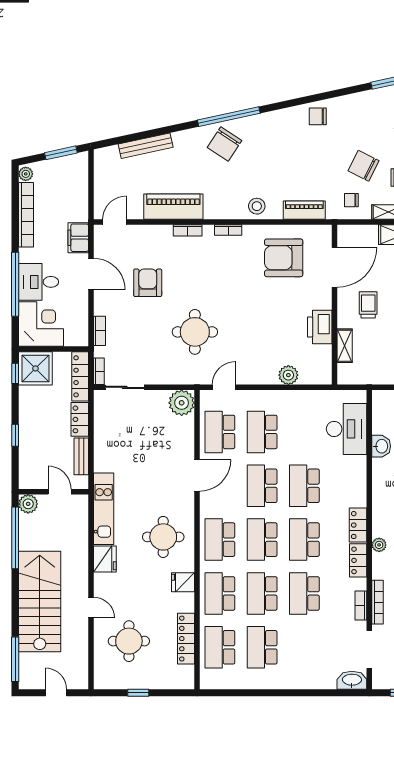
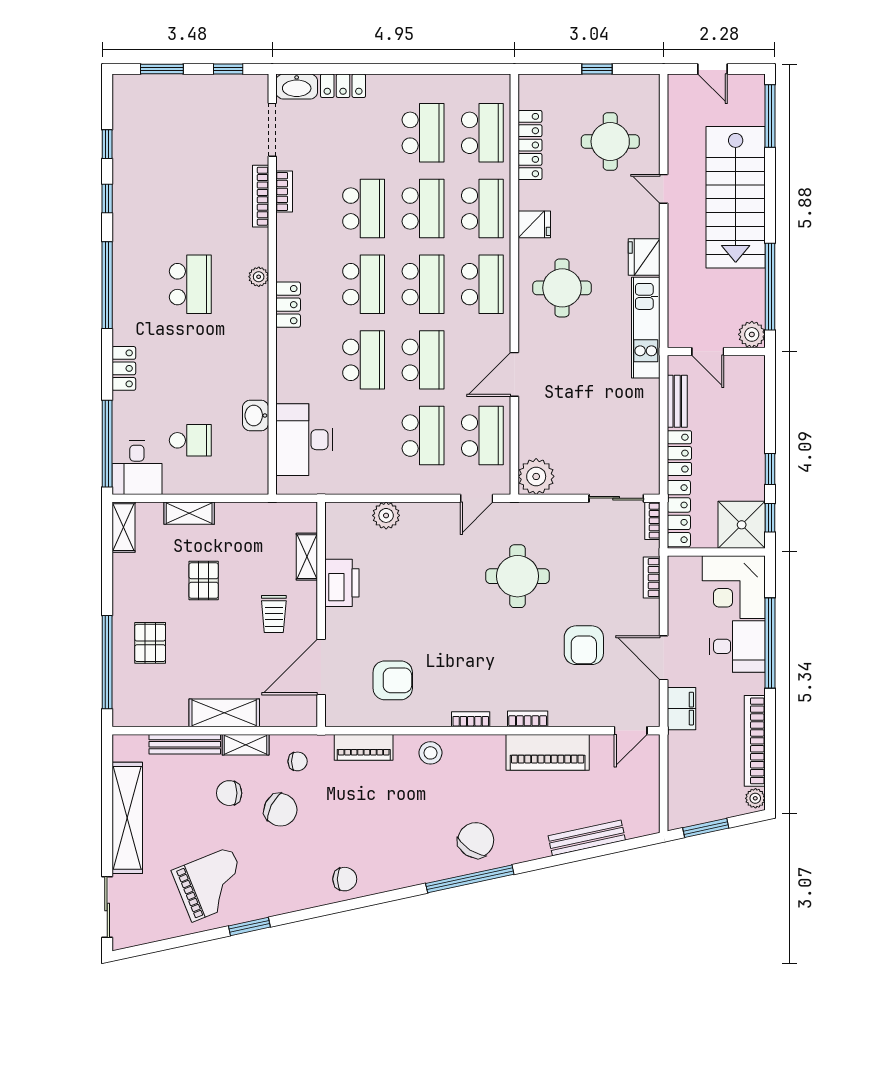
armchair: (284, 258) -> (393, 680), width x0.73, depth x0.73
window: (15, 435) -> (770, 469), moved
locker: (358, 560) -> (343, 86), moved, turned 90

